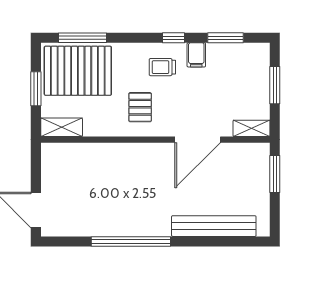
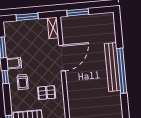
door: (198, 140) -> (62, 58), hinge flipped
bench: (214, 226) -> (113, 67), moved
window: (131, 241) -> (122, 71), moved

